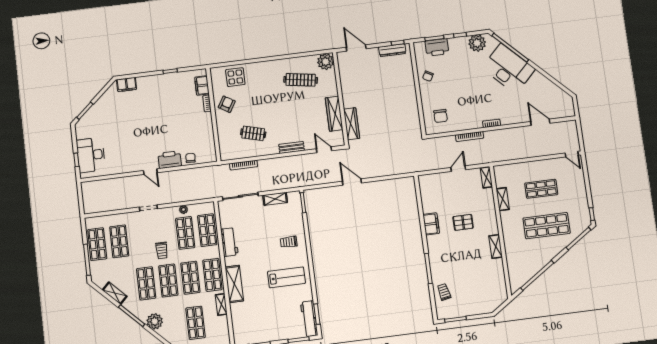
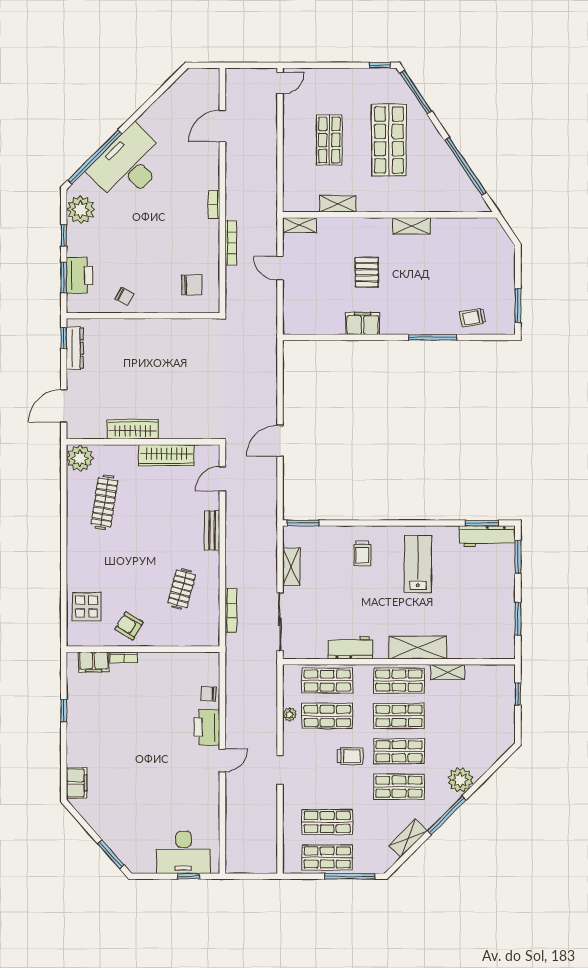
wardrobe: (352, 124) -> (133, 429), moved
shop shelf: (196, 323) -> (471, 716), removed

